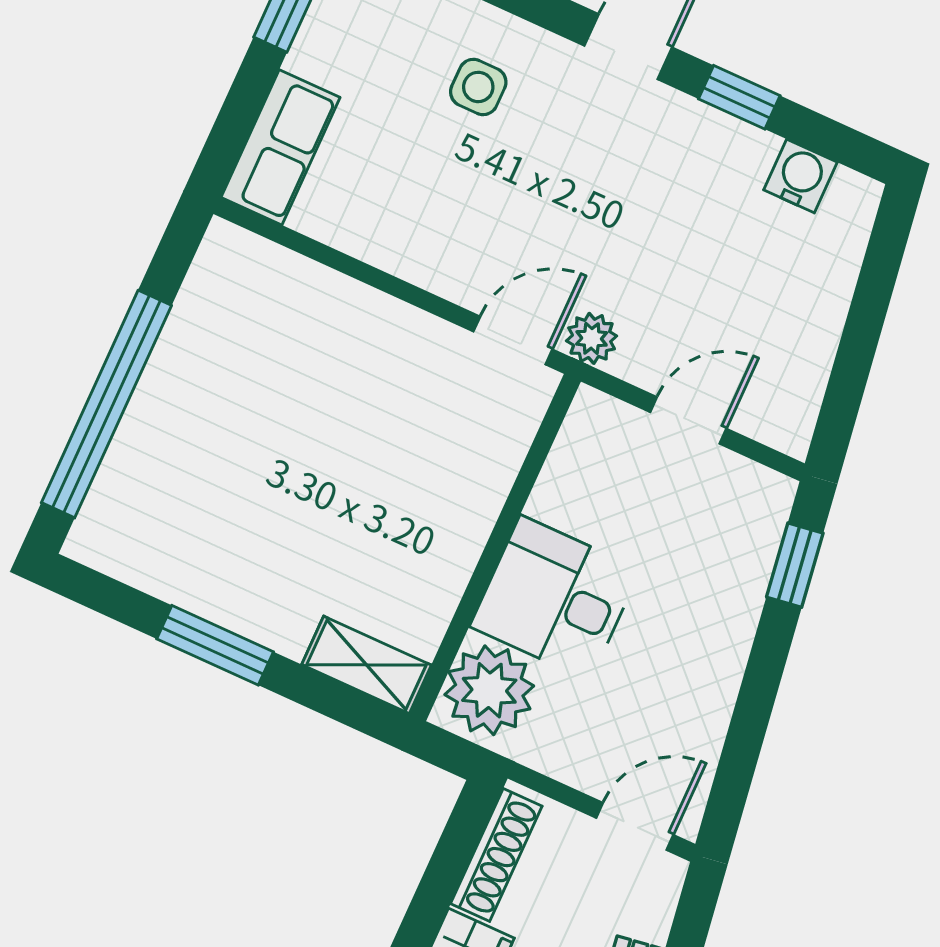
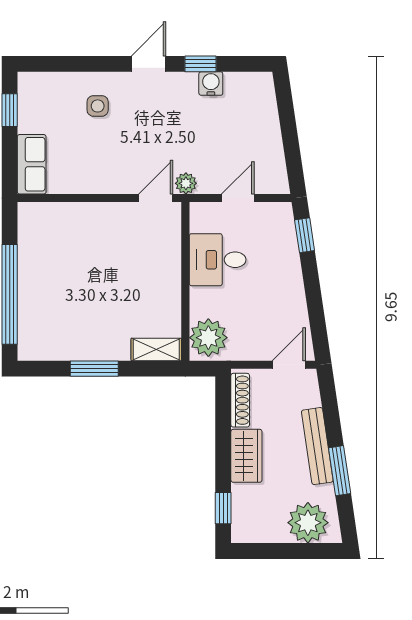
water cooler: (801, 176) -> (211, 84), moved
desk: (555, 598) -> (218, 260), moved

